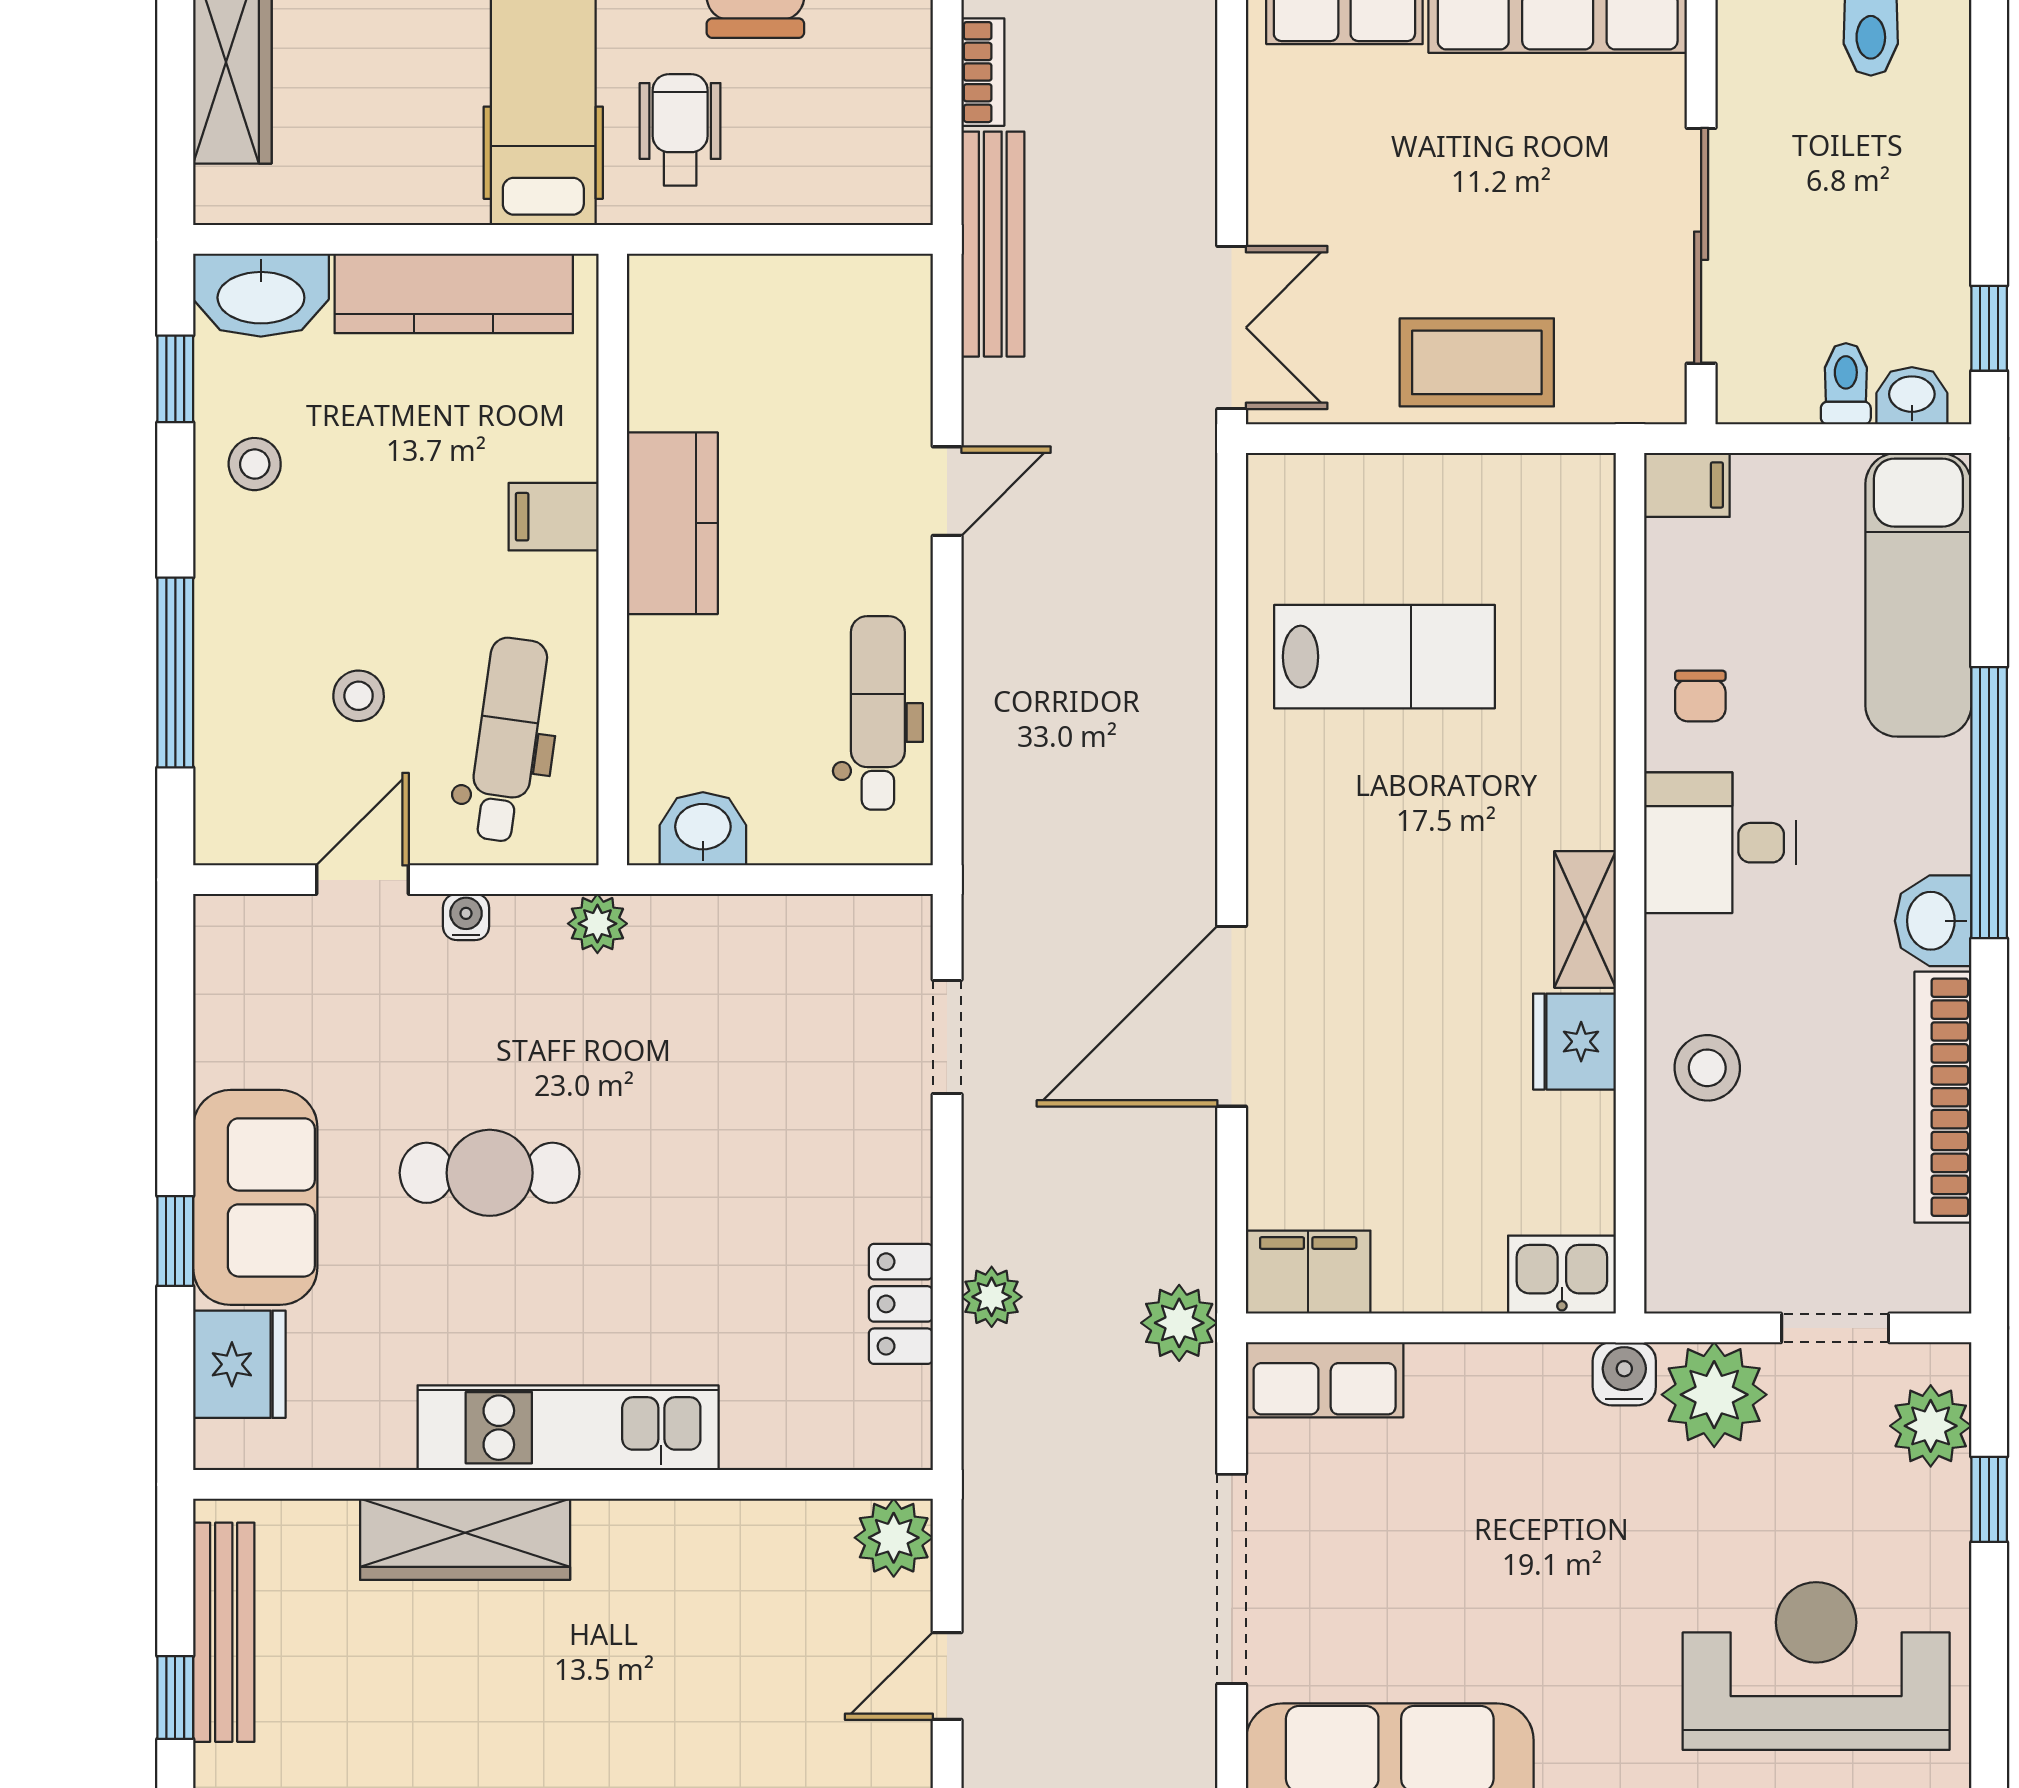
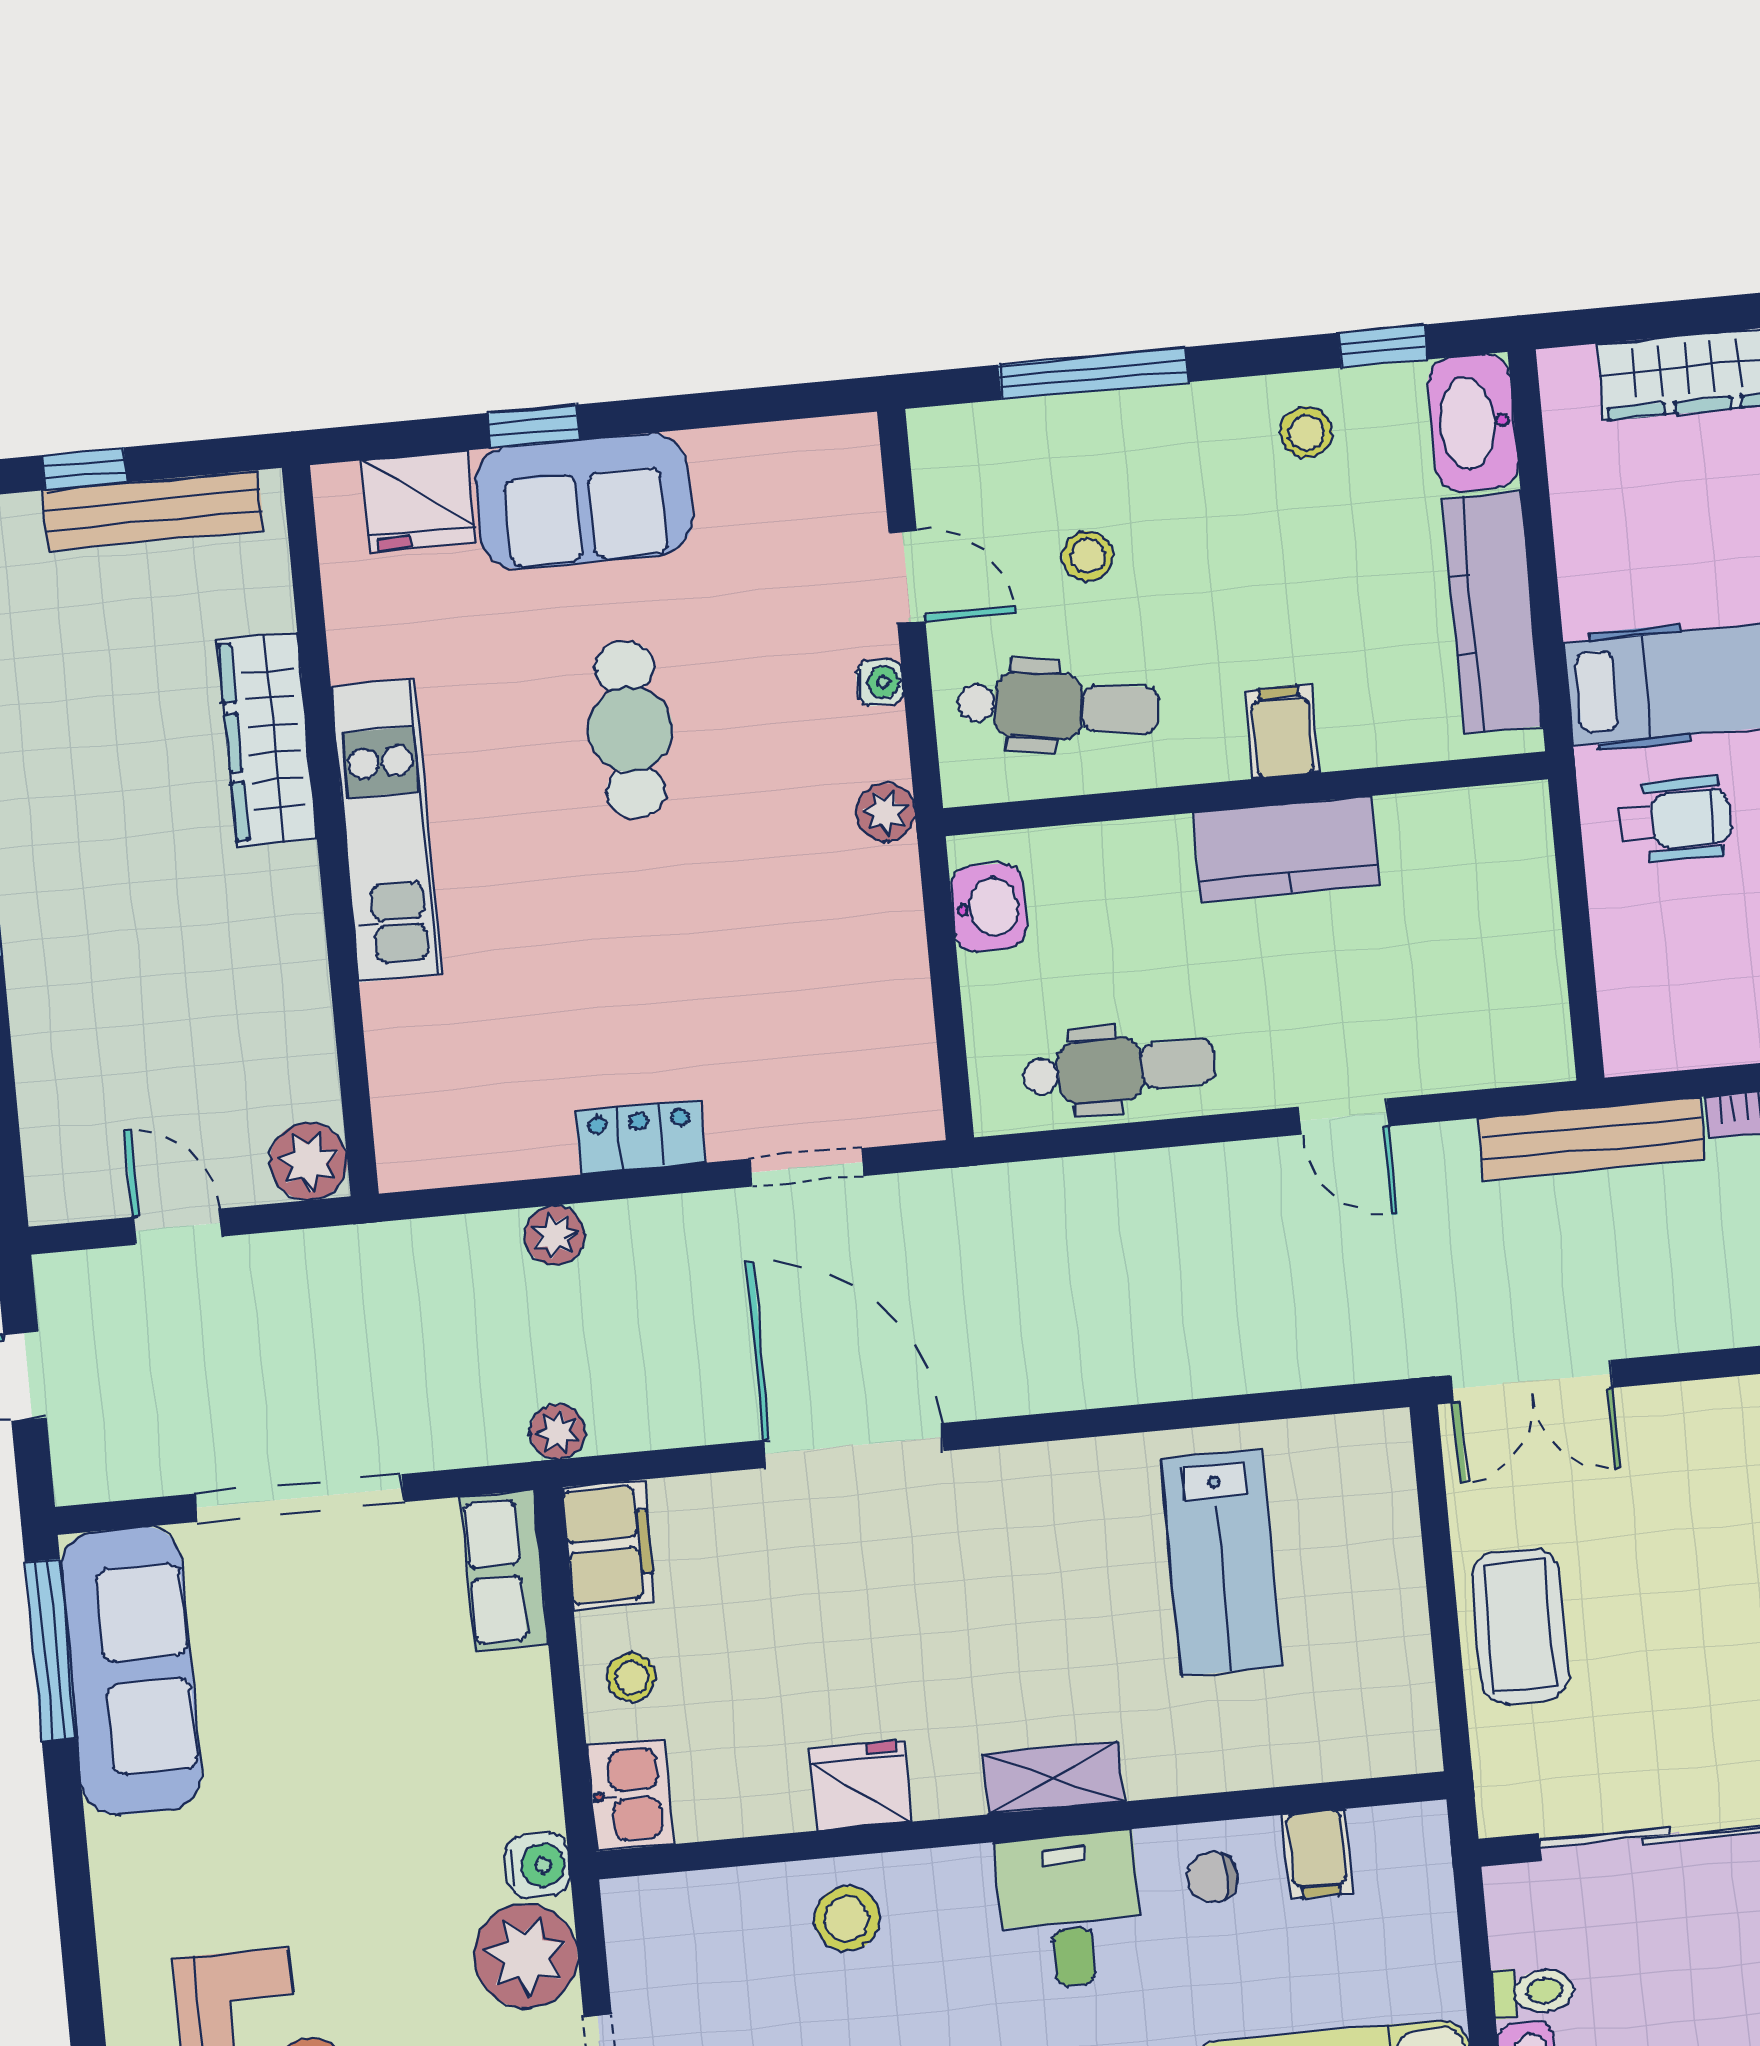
filing cabinet: (1687, 485) -> (1318, 1854), moved
shelving: (1585, 919) -> (1053, 1778), moved
stool: (1444, 1262) -> (631, 1677), added
locker: (901, 1304) -> (640, 1137), moved
plant: (1179, 1323) -> (558, 1432), width x0.73, depth x0.73

